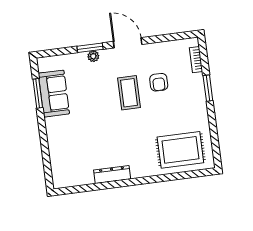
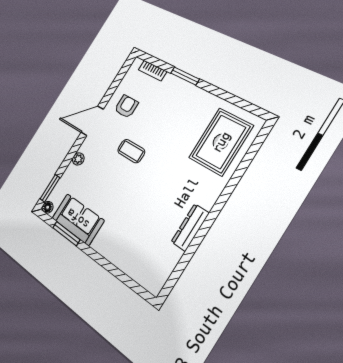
window: (90, 48) -> (50, 188), moved
floor lamp: (42, 63) -> (48, 207), added
armchair: (159, 82) -> (126, 107), moved, turned -90
coffee table: (129, 93) -> (131, 151), width x0.73, depth x0.77

